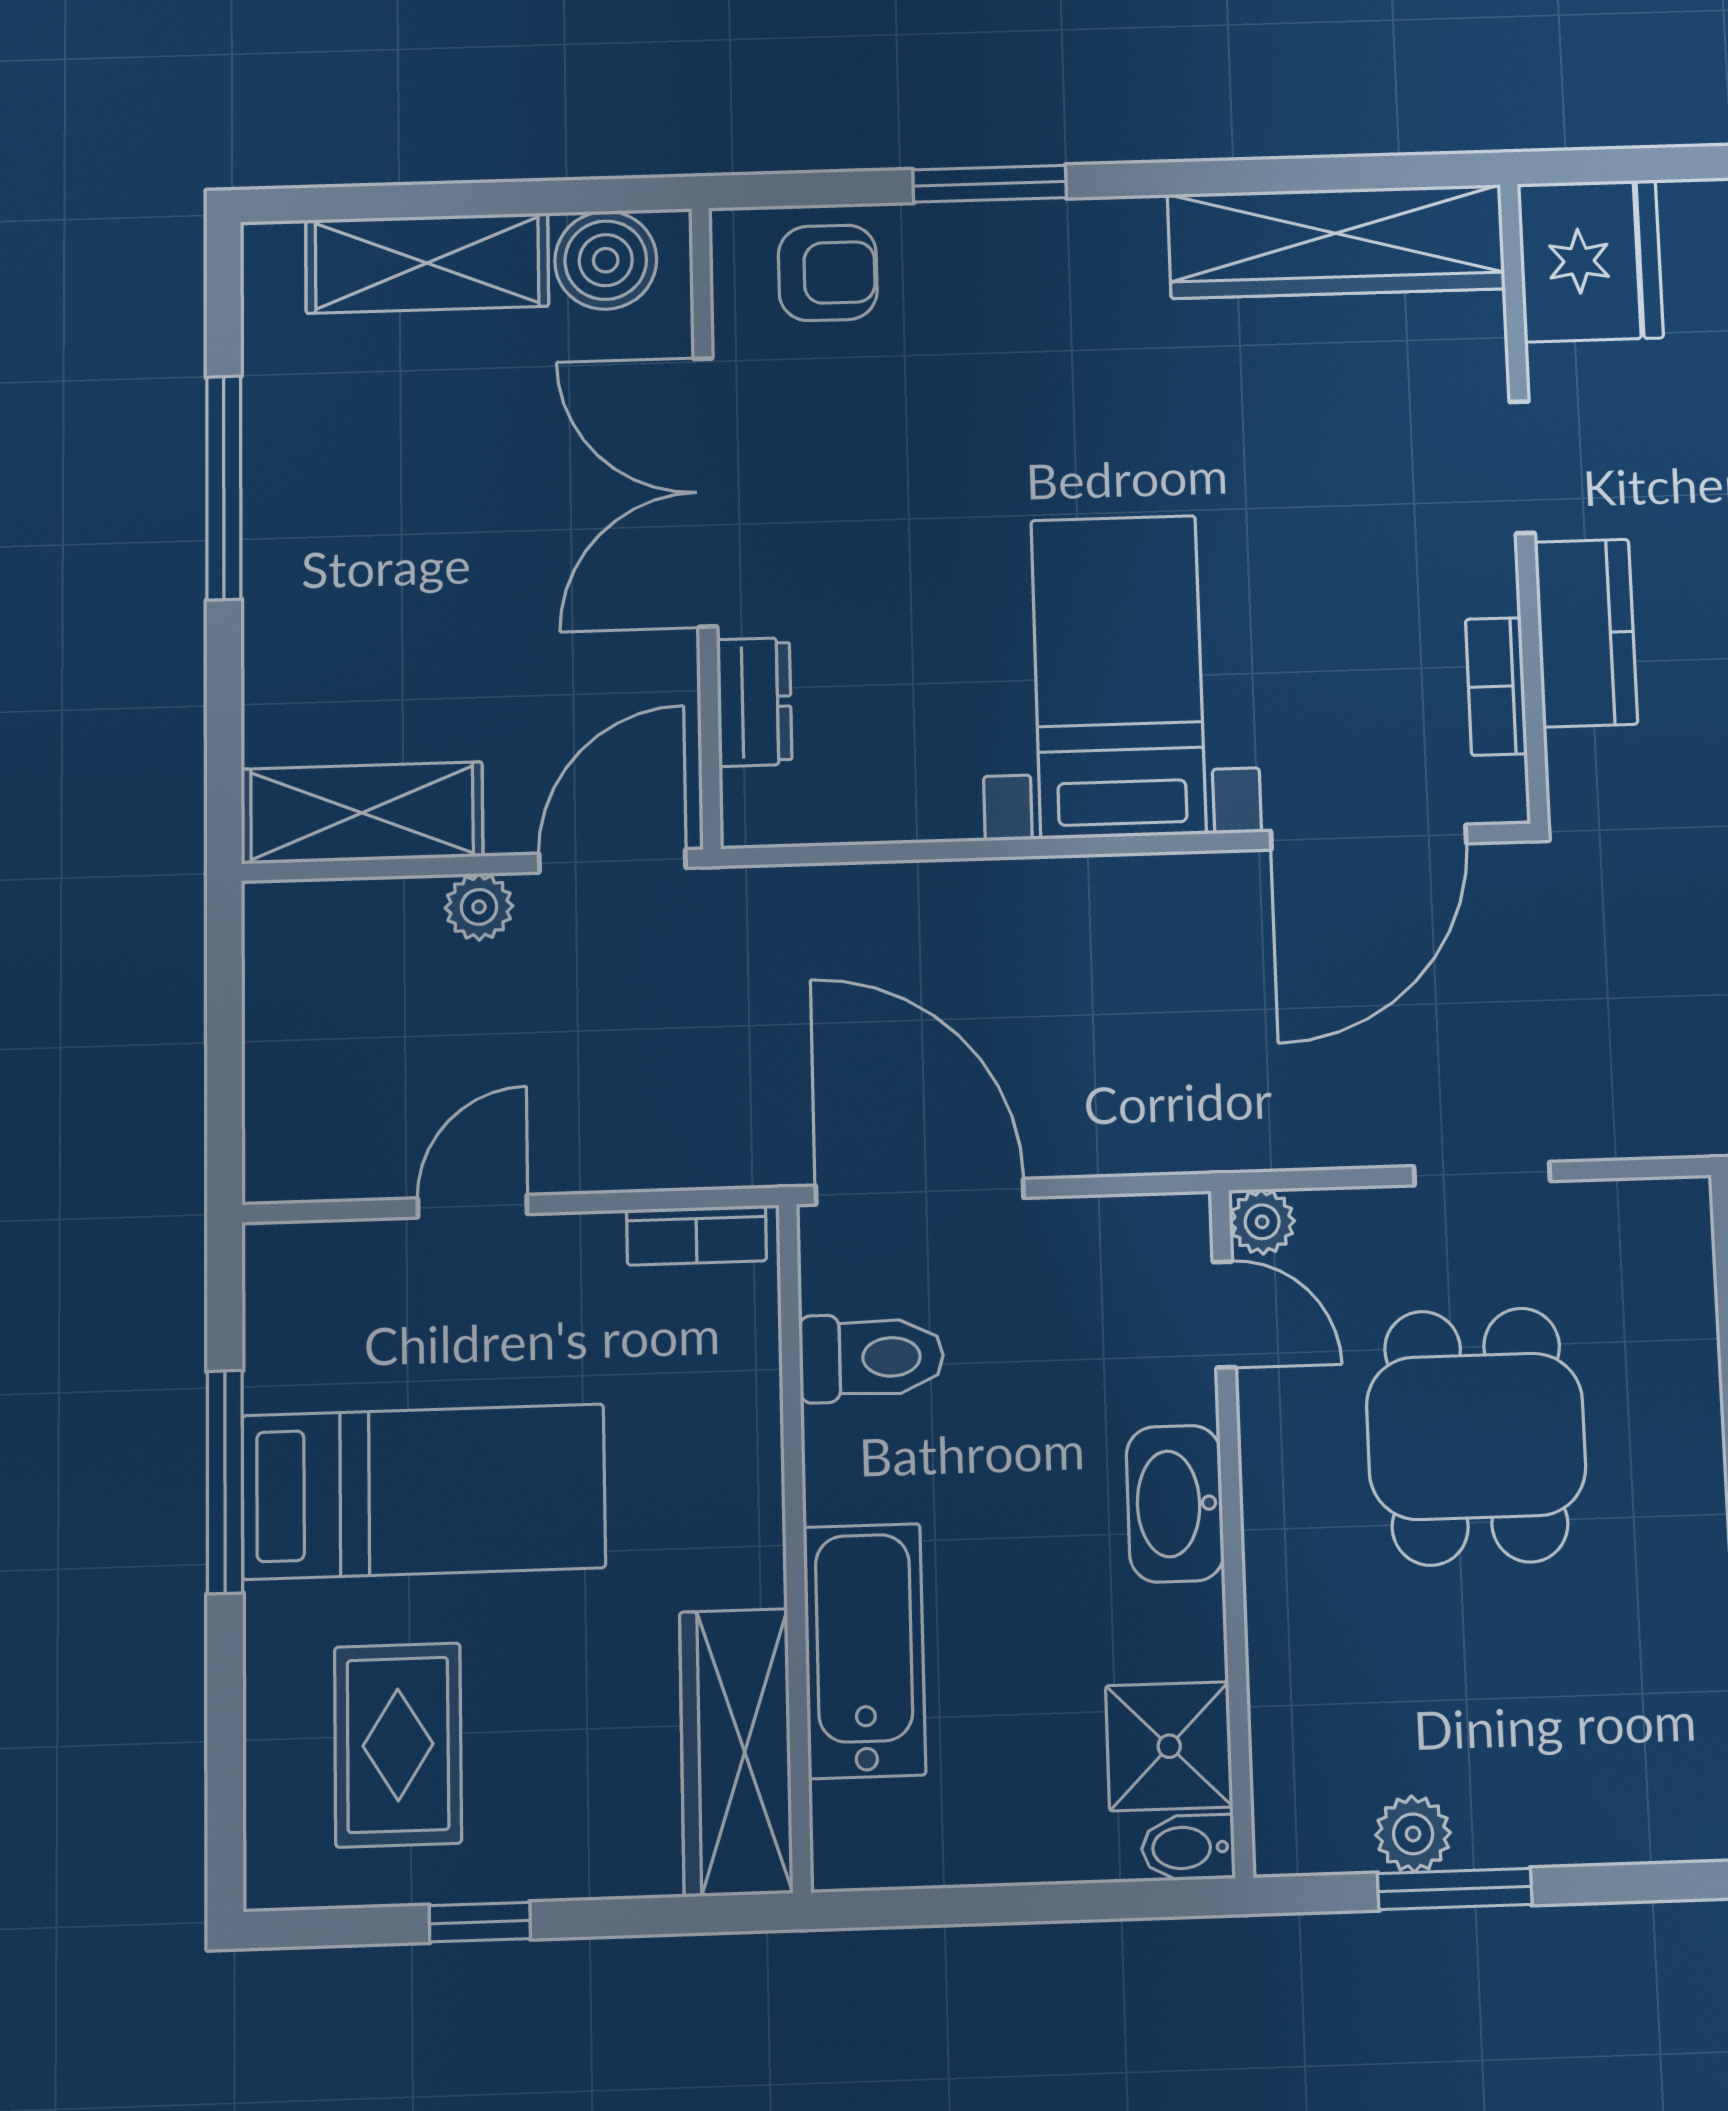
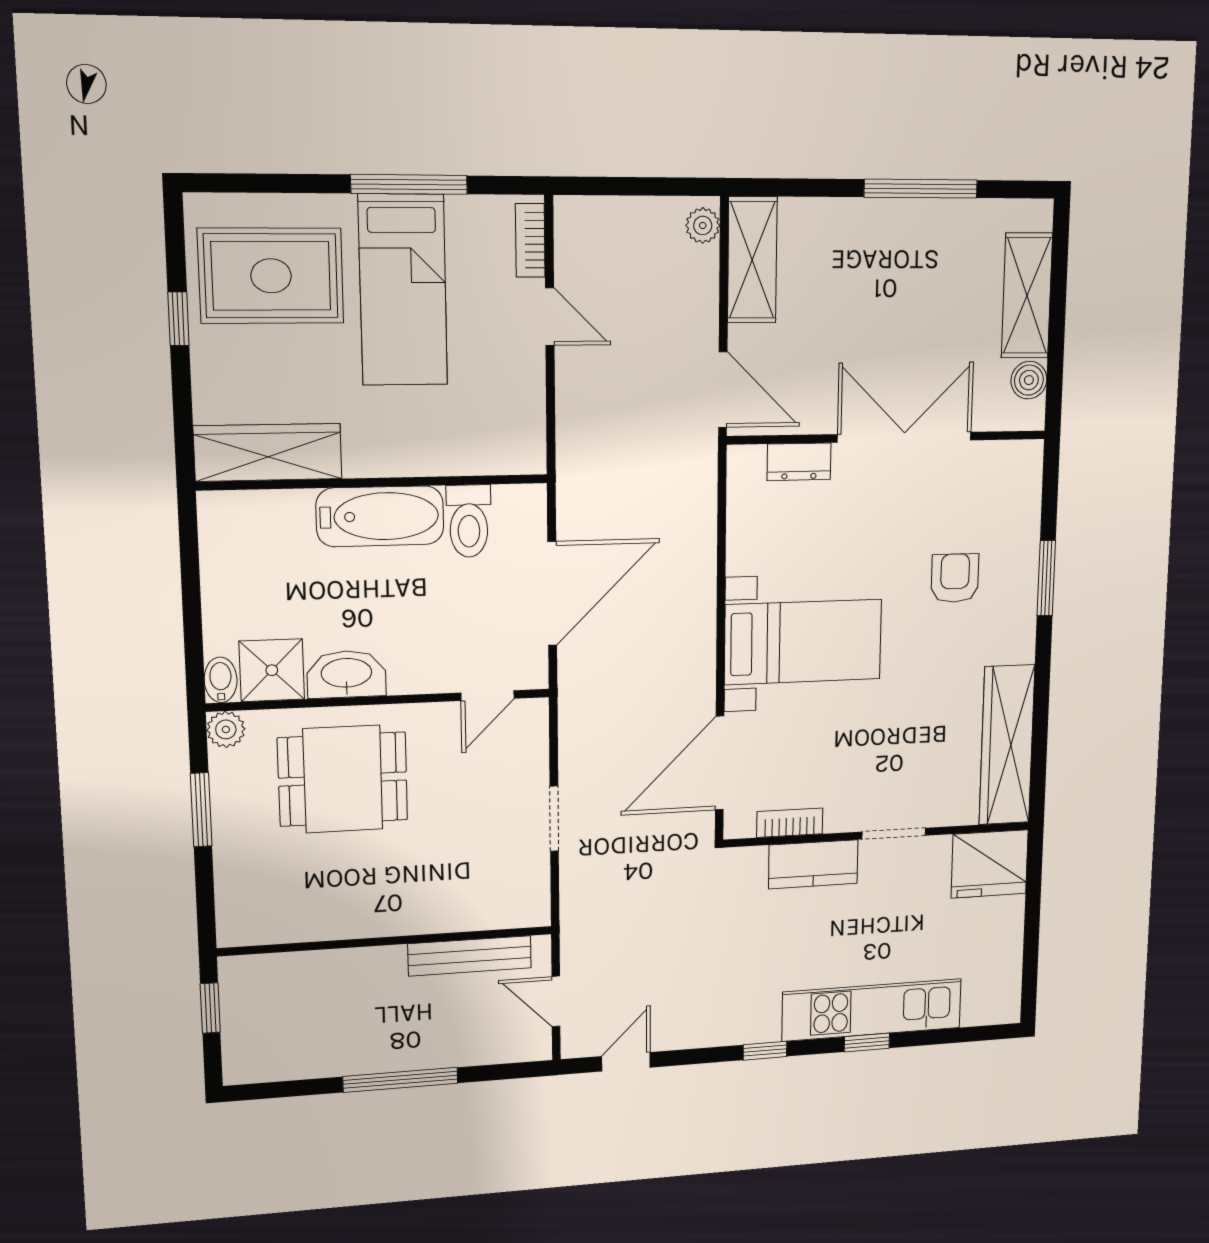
boiler: (606, 260) -> (1029, 380), width x0.73, depth x0.73
armchair: (828, 273) -> (955, 578), moved, turned 180
door: (1369, 837) -> (720, 763), hinge flipped
plant: (479, 907) -> (703, 225), moved
door: (920, 1192) -> (552, 594), moved
plant: (1262, 1222) -> (533, 714), removed
bookcase: (696, 1235) -> (530, 240), moved
dining table: (1476, 1436) -> (343, 779), moved
washbasin: (1175, 1504) -> (346, 674), moved
bathtub: (864, 1651) -> (380, 516), moved
rug: (398, 1745) -> (271, 276), width x1.36, depth x1.43
plant: (1413, 1834) -> (226, 729), moved

